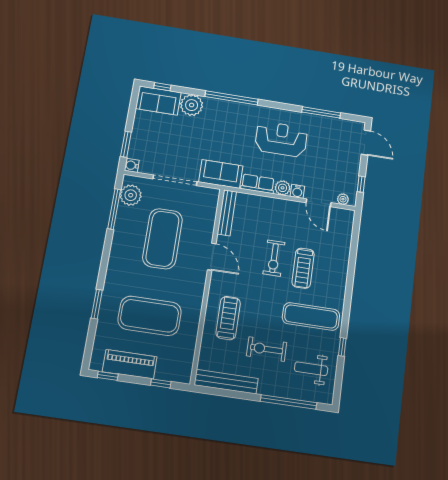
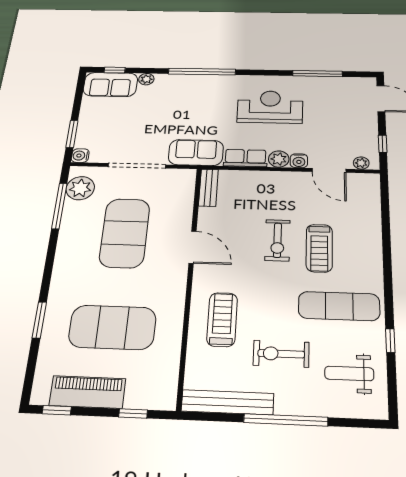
plant: (192, 105) -> (146, 79), width x0.53, depth x0.53
bench: (227, 213) -> (208, 188), width x0.73
window: (289, 402) -> (286, 420), moved

